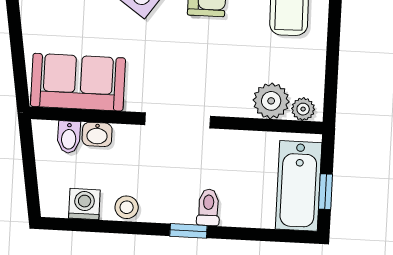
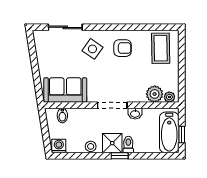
washbasin: (97, 134) -> (135, 114), moved
shower: (174, 203) -> (112, 143), added
washing machine: (84, 204) -> (59, 146), moved

